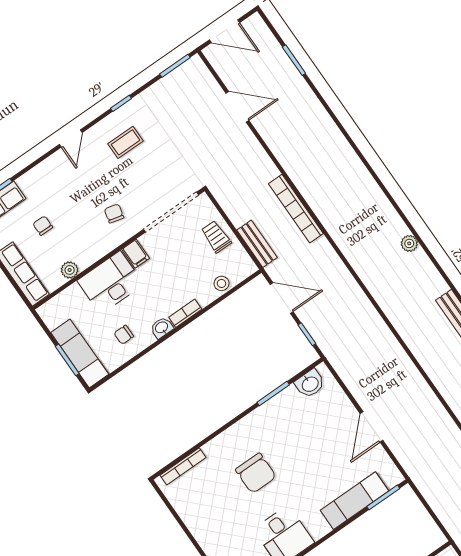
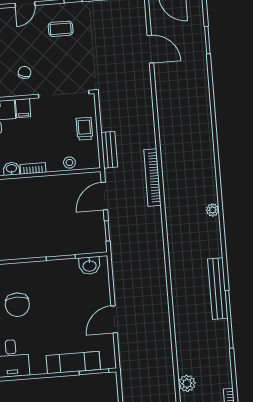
bookcase: (296, 209) -> (152, 178), moved
door: (282, 298) -> (104, 196), swing flipped

